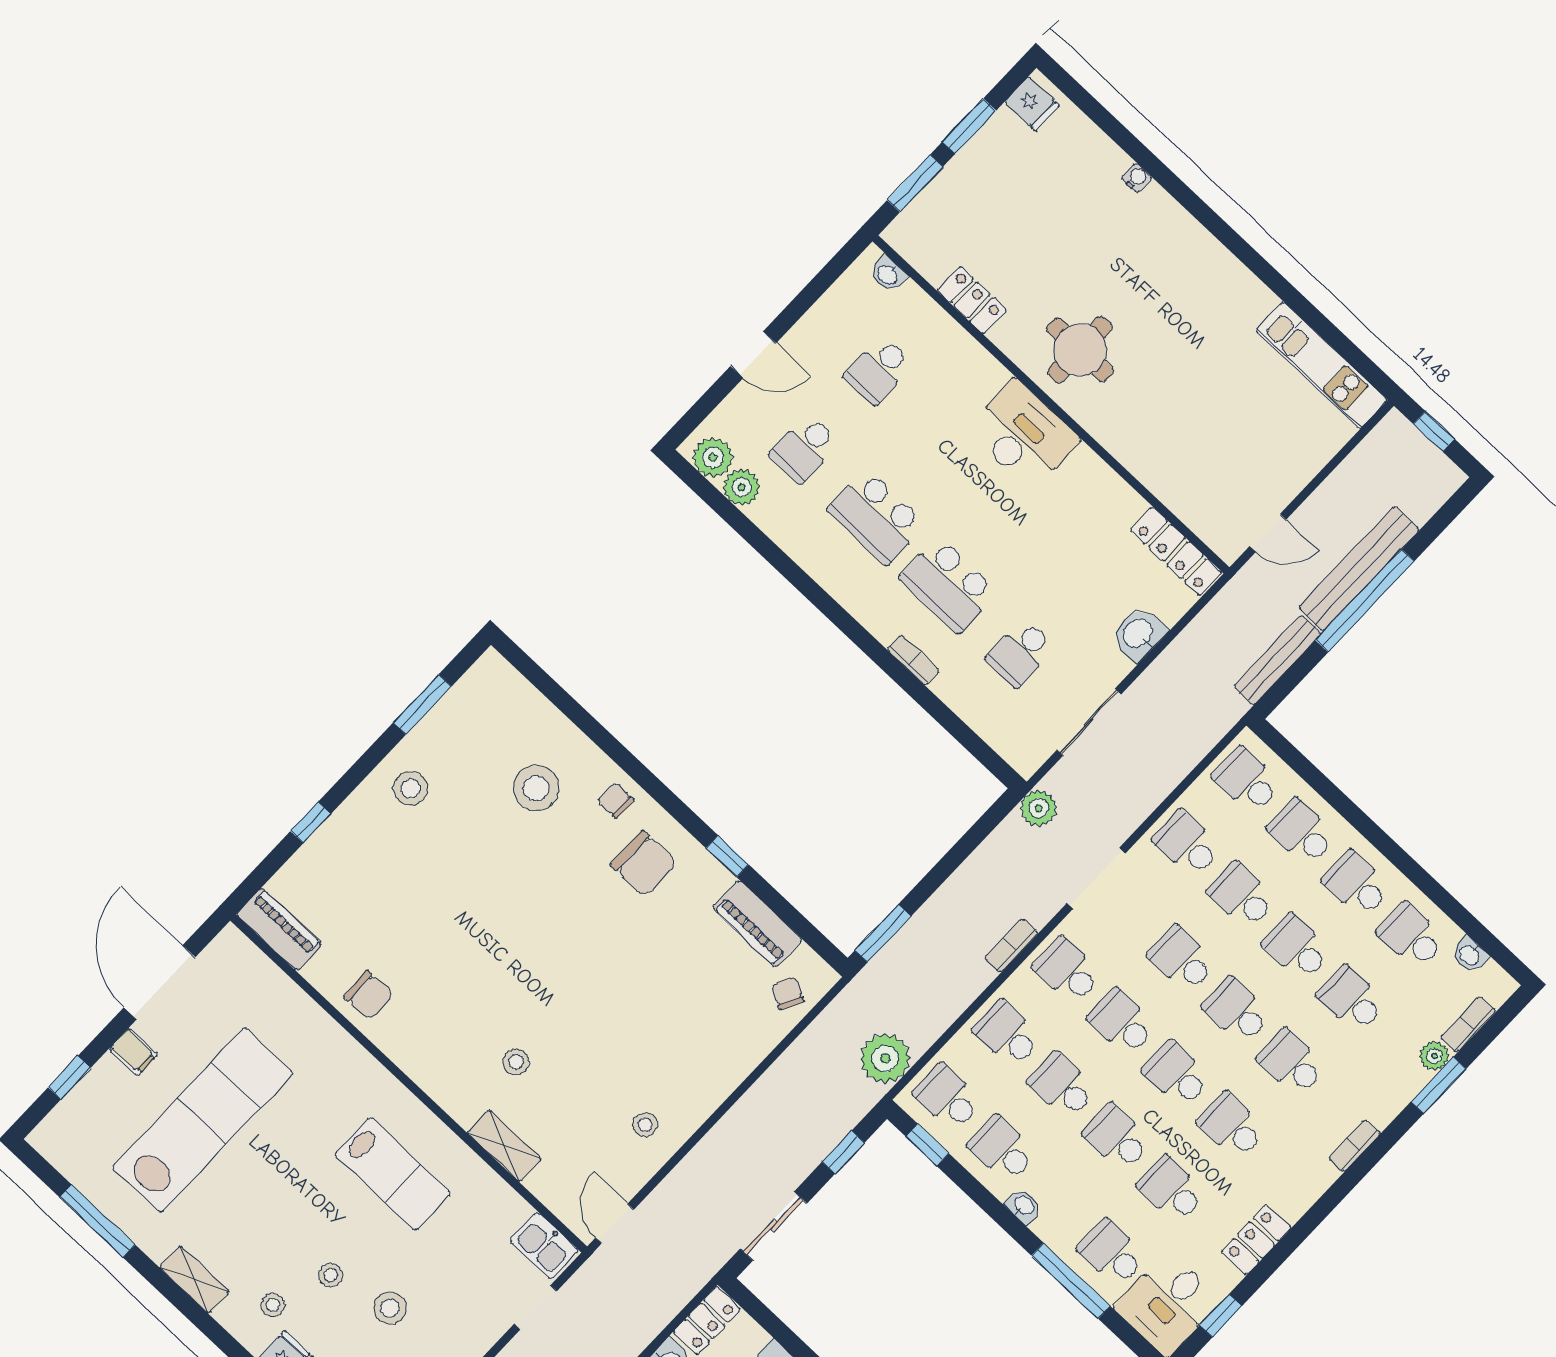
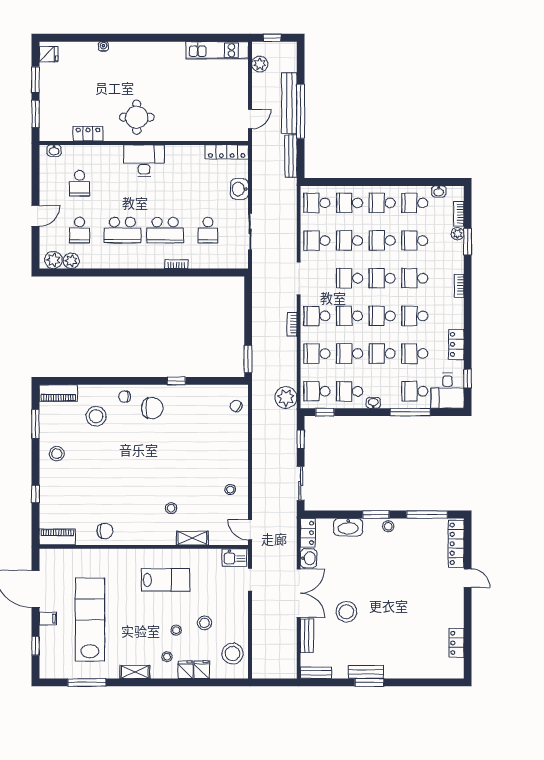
plant: (1039, 808) -> (260, 64), moved
piano: (757, 924) -> (58, 393), moved

